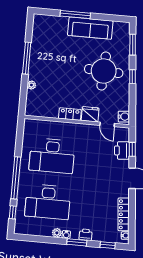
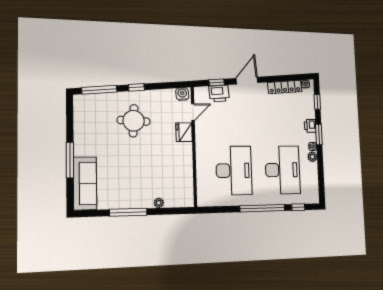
sofa: (90, 28) -> (85, 183), moved
window: (133, 45) -> (99, 90), width x1.44
round table: (104, 71) -> (134, 121), width x0.73, depth x0.73
locker: (70, 114) -> (186, 155), removed

